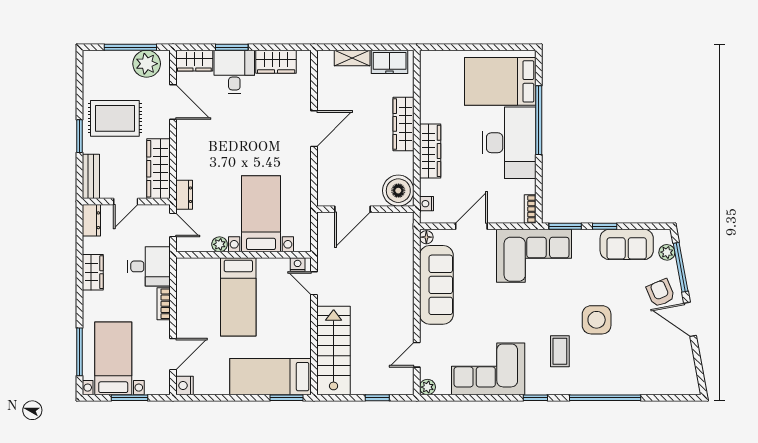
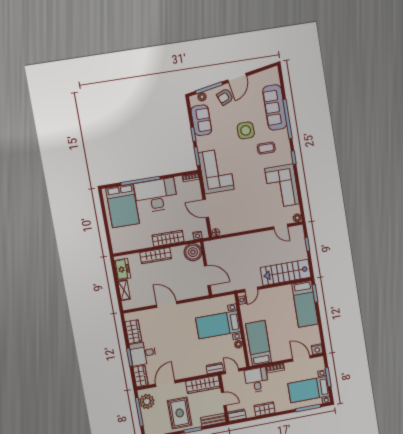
door: (173, 225) -> (232, 371), hinge flipped
sofa: (436, 285) -> (275, 107), moved, turned -90
bed: (238, 297) -> (259, 343), moved, turned -90

